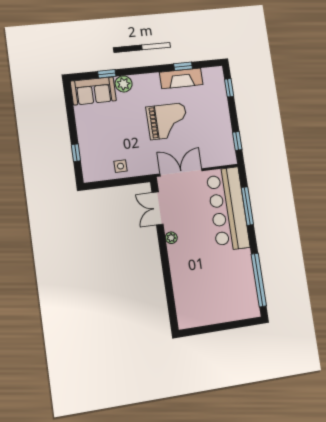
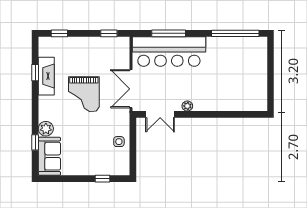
grand piano: (167, 121) -> (84, 94), turned 180

